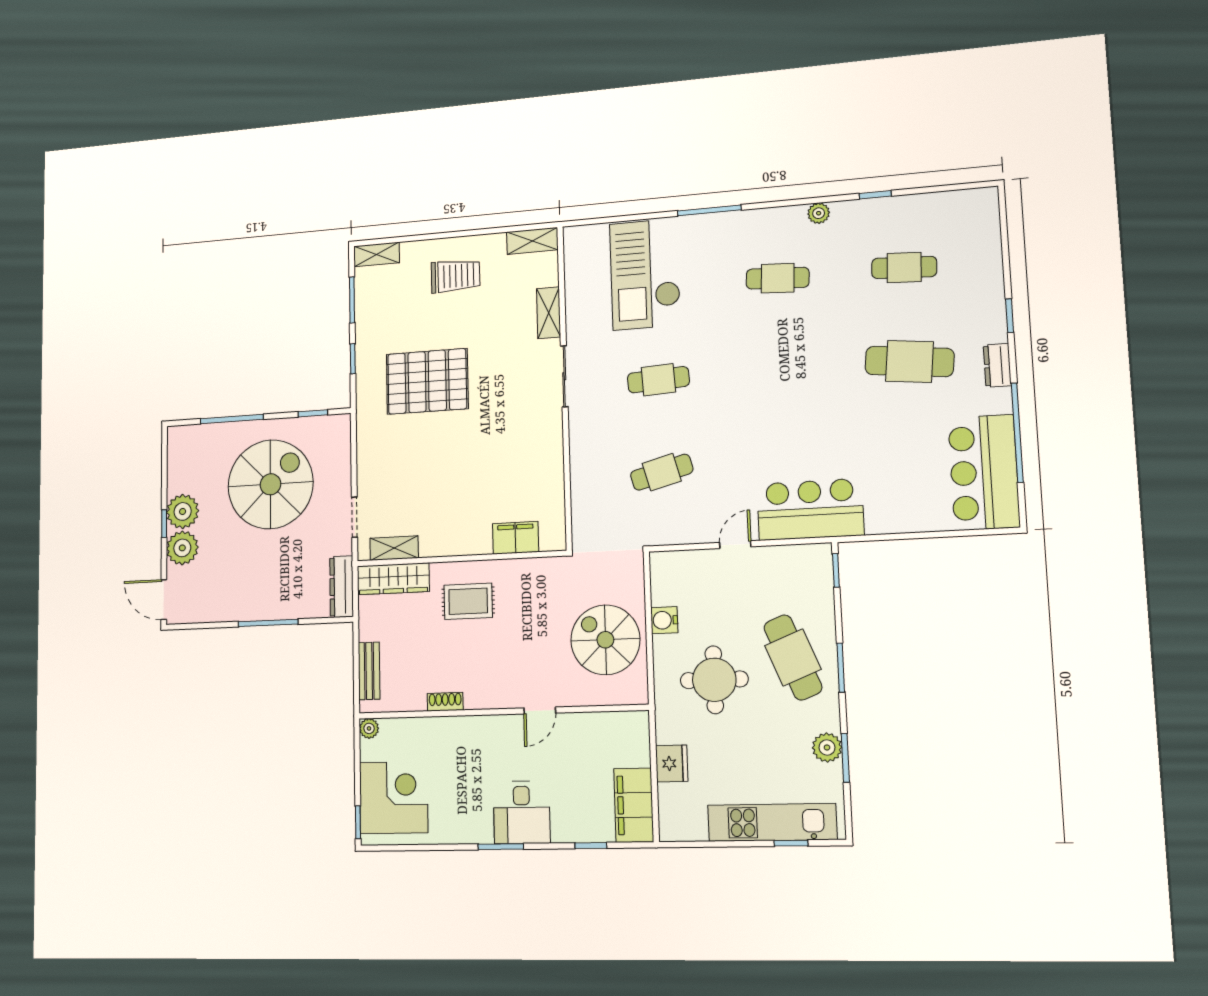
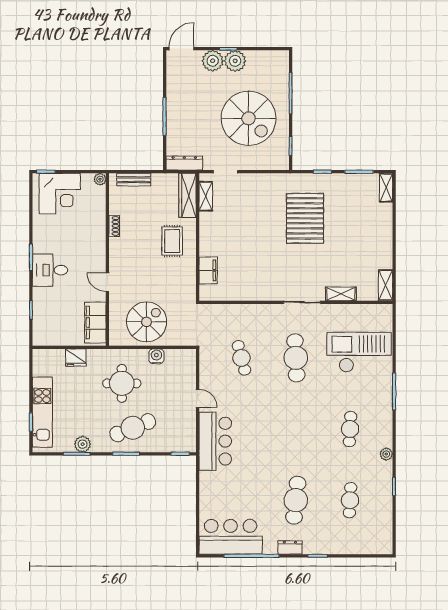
trolley: (455, 276) -> (368, 237), removed
cafe table: (658, 380) -> (296, 358), width x1.37, depth x1.35
filing cabinet: (634, 805) -> (95, 323), moved, turned -90

